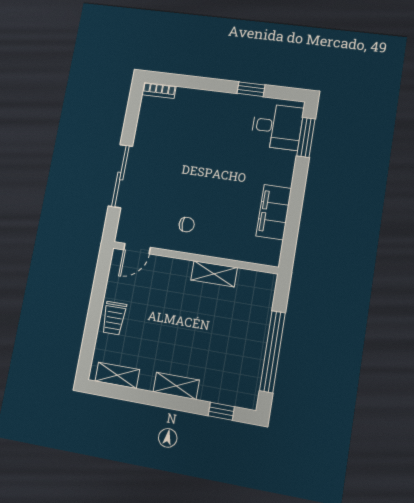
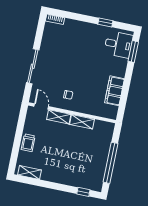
door: (137, 249) -> (41, 106), swing flipped
shelving: (176, 386) -> (59, 117), moved

